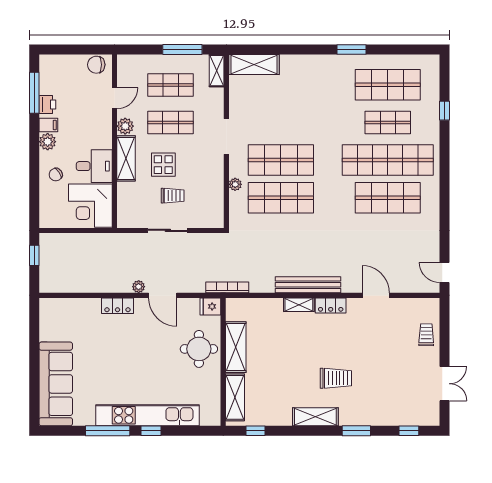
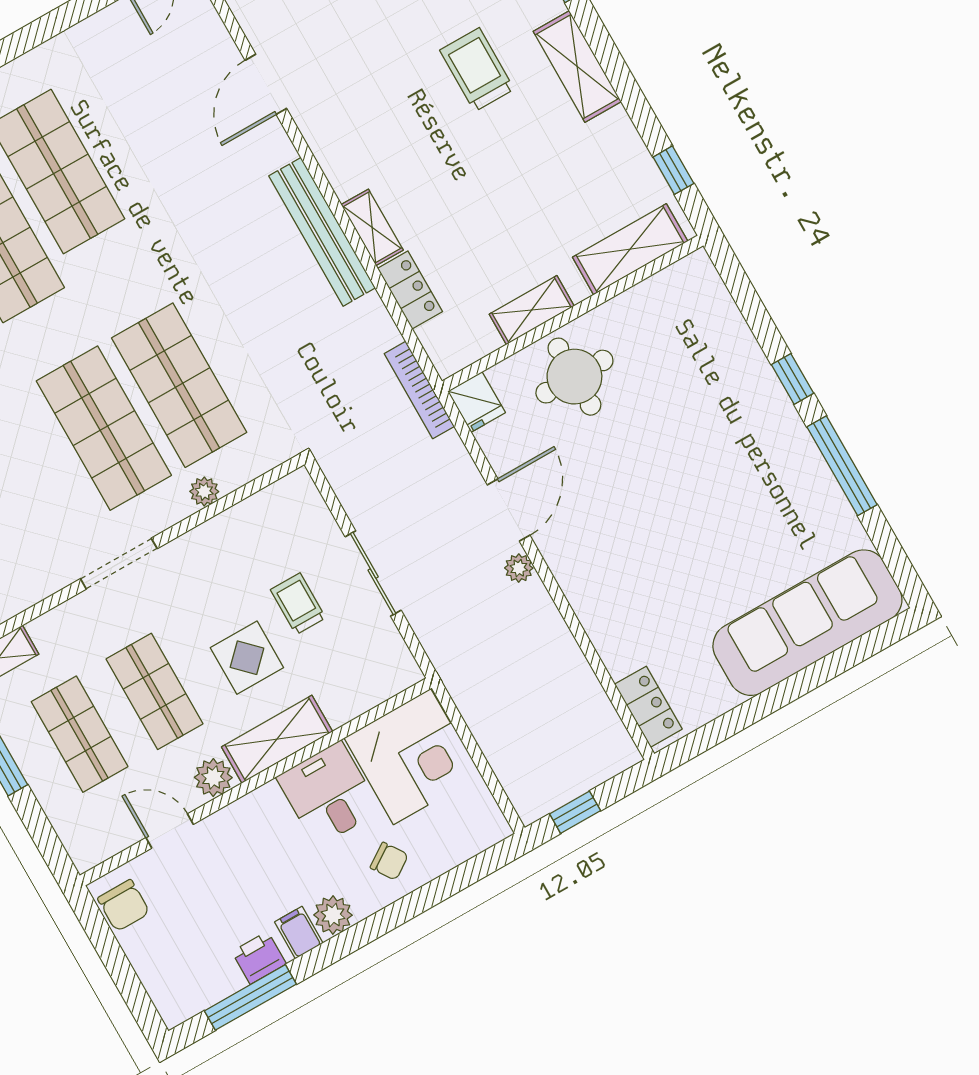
locker: (331, 305) -> (410, 290), moved
locker: (117, 306) -> (648, 707), moved
shelving: (236, 347) -> (532, 310), width x0.67, depth x0.75
kitchen unit: (147, 415) -> (766, 404), removed

